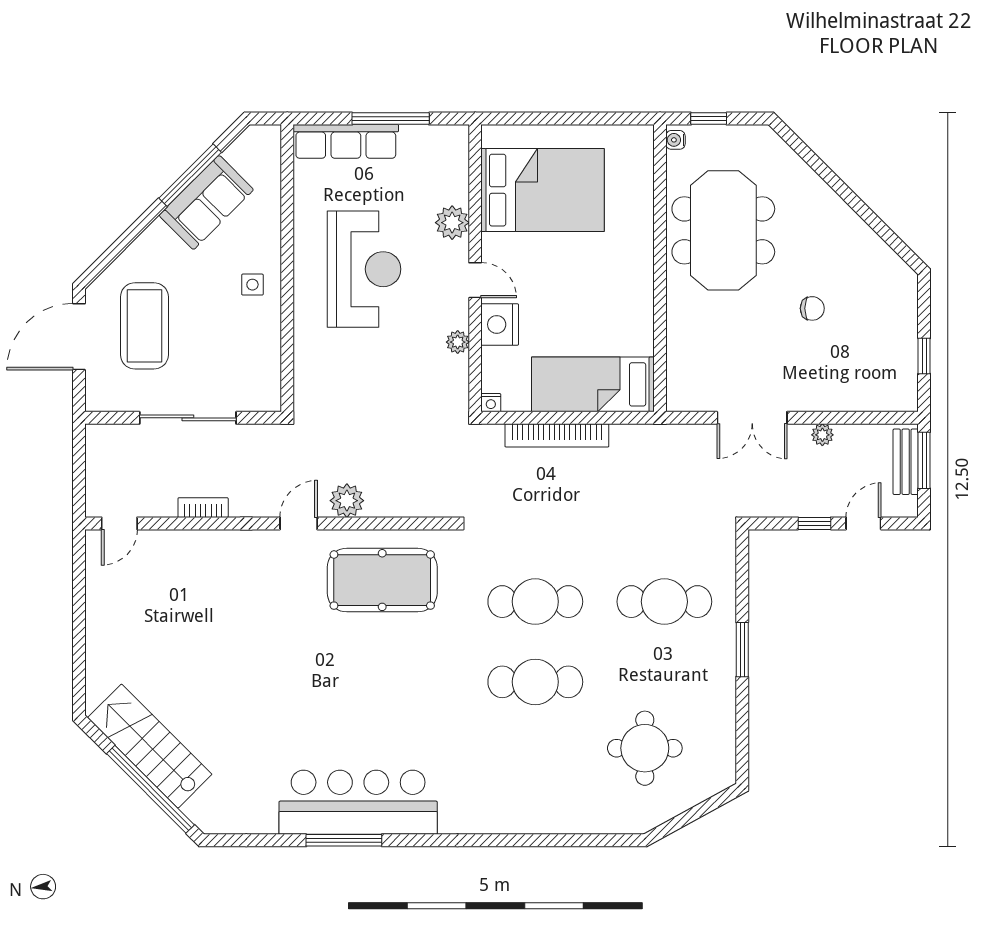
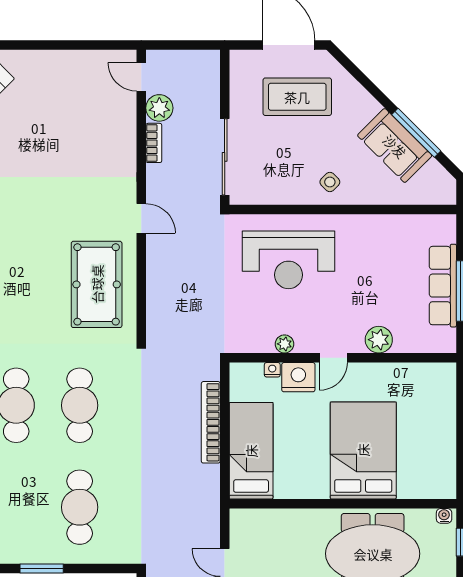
row of seats: (346, 141) -> (443, 286), moved
bed: (543, 190) -> (363, 450), moved, turned 180
reception desk: (364, 269) -> (289, 260), moved
side table: (252, 285) -> (330, 182), turned 45
nightstand: (491, 403) -> (272, 370), moved, turned 90
sliding door: (188, 418) -> (225, 157), moved
plant: (347, 501) -> (159, 108), moved

